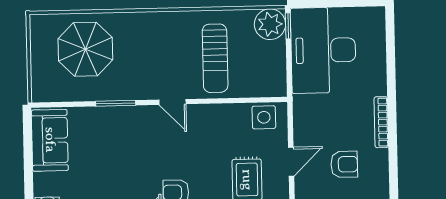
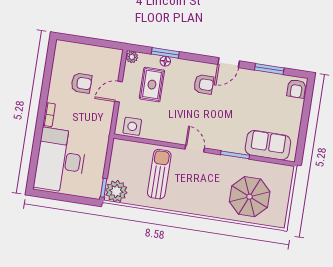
desk: (323, 50) -> (60, 160), moved, turned 180
bookcase: (381, 122) -> (49, 115), width x0.64
sofa: (50, 140) -> (268, 145), moved, turned 90
armchair: (344, 164) -> (81, 83), turned 180

